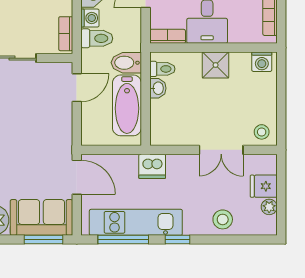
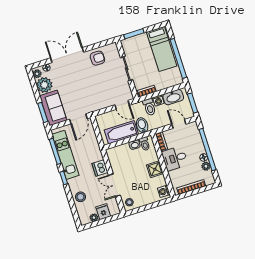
dishwasher: (152, 166) -> (100, 168), moved

